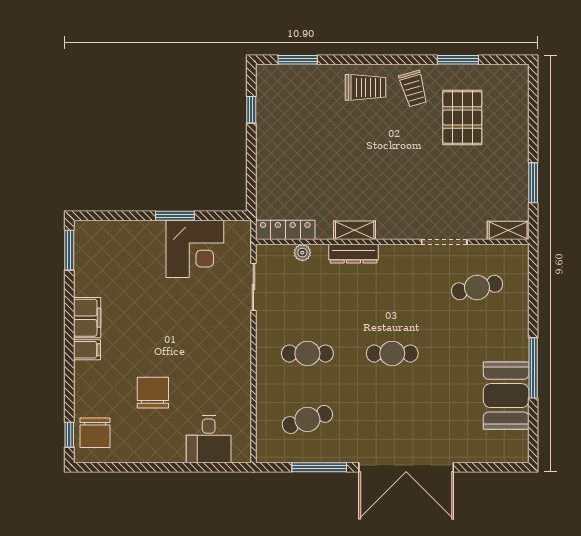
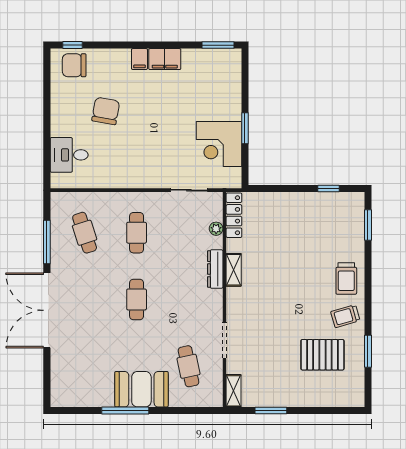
chair: (153, 393) -> (106, 111), turned -80
booth: (506, 396) -> (141, 389), moved

